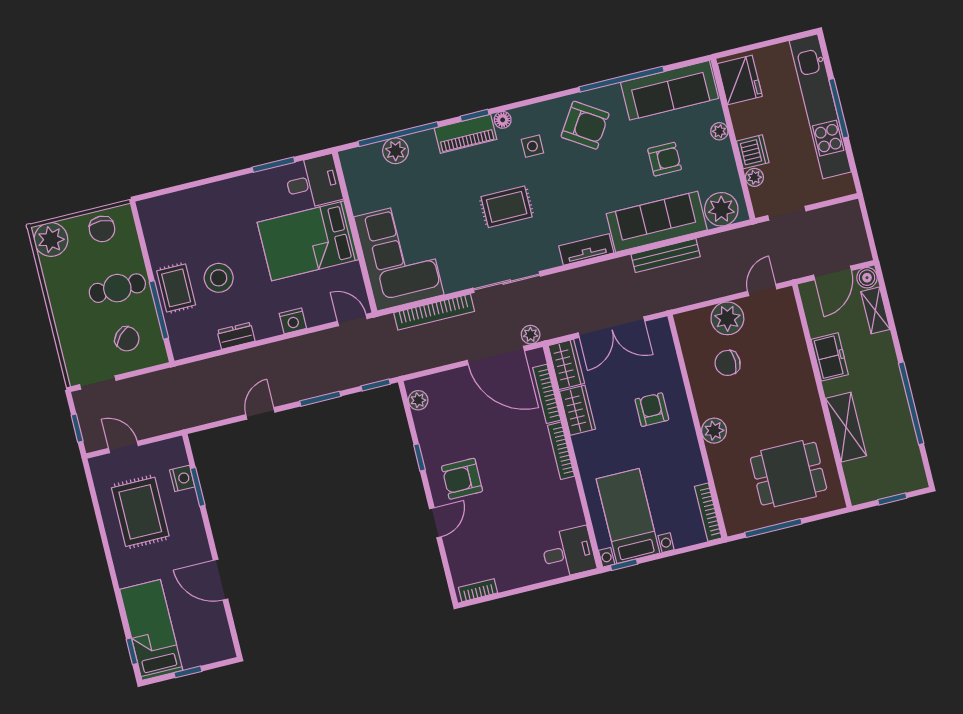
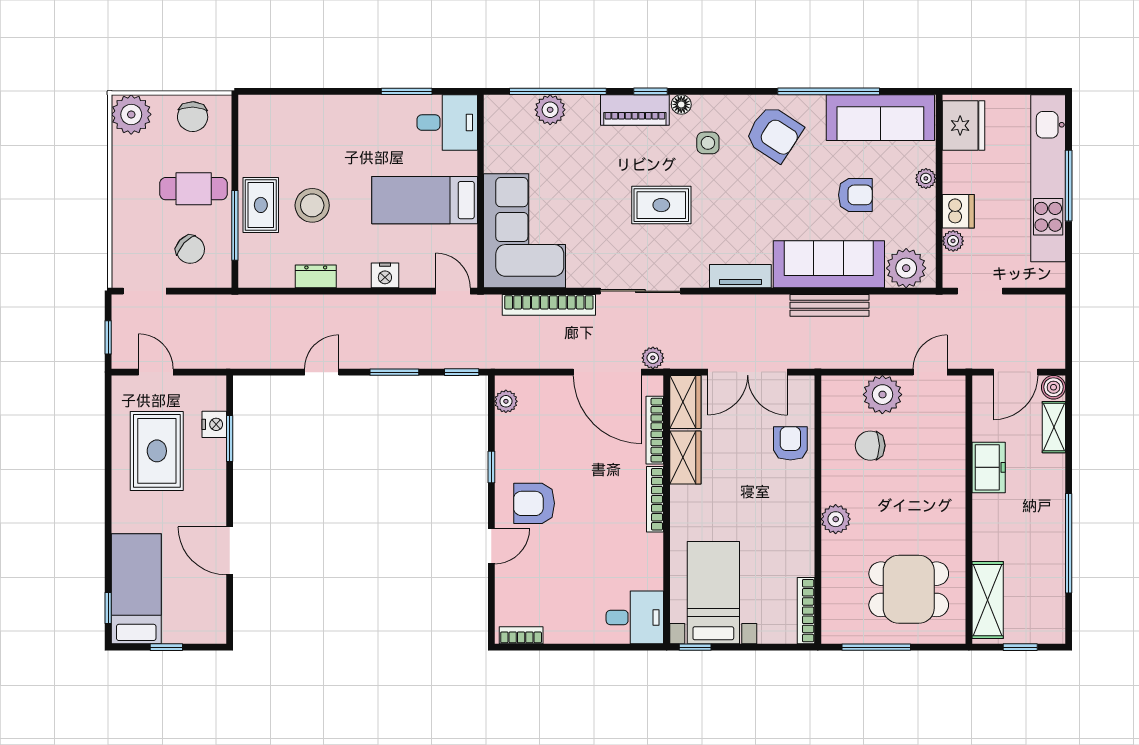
bed: (308, 241) -> (425, 200), width x0.67
armchair: (652, 410) -> (790, 443), moved
shelving: (846, 427) -> (988, 600), moved

